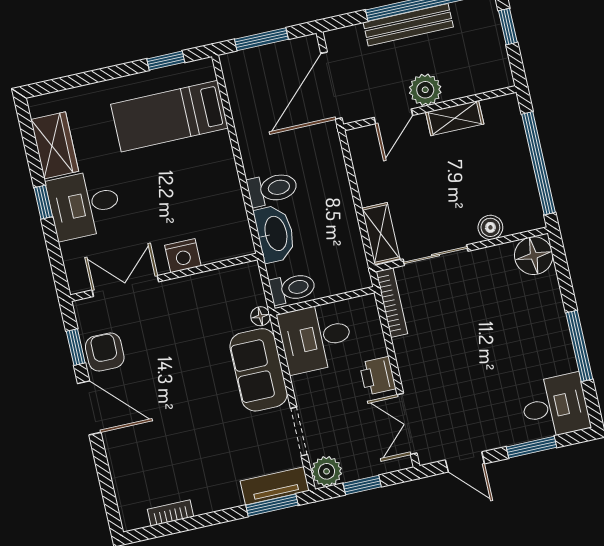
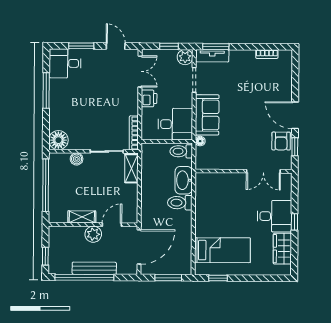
nightstand: (183, 256) -> (232, 180), removed

